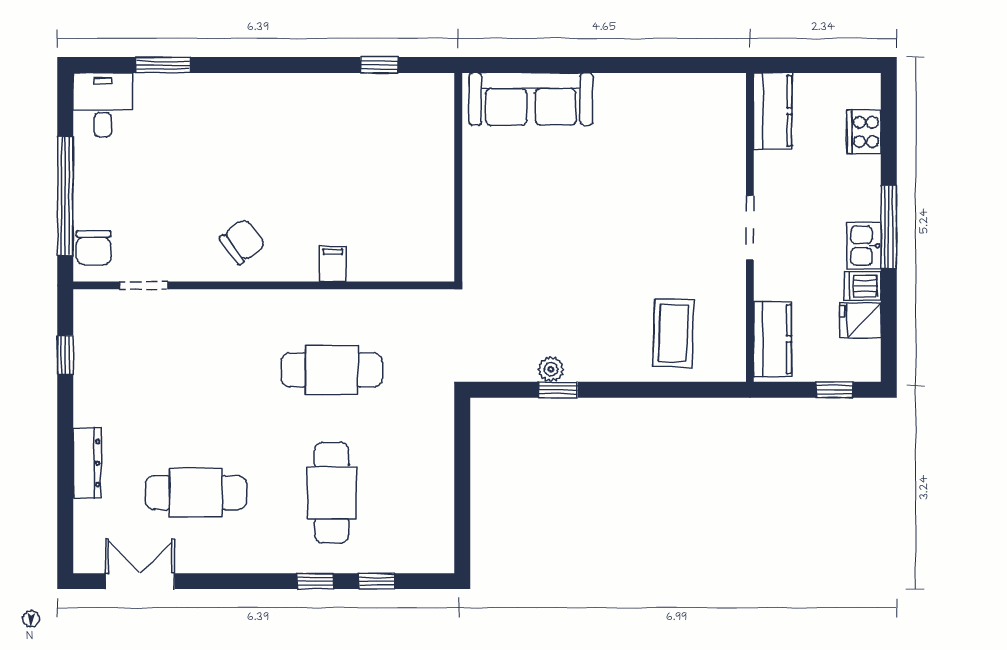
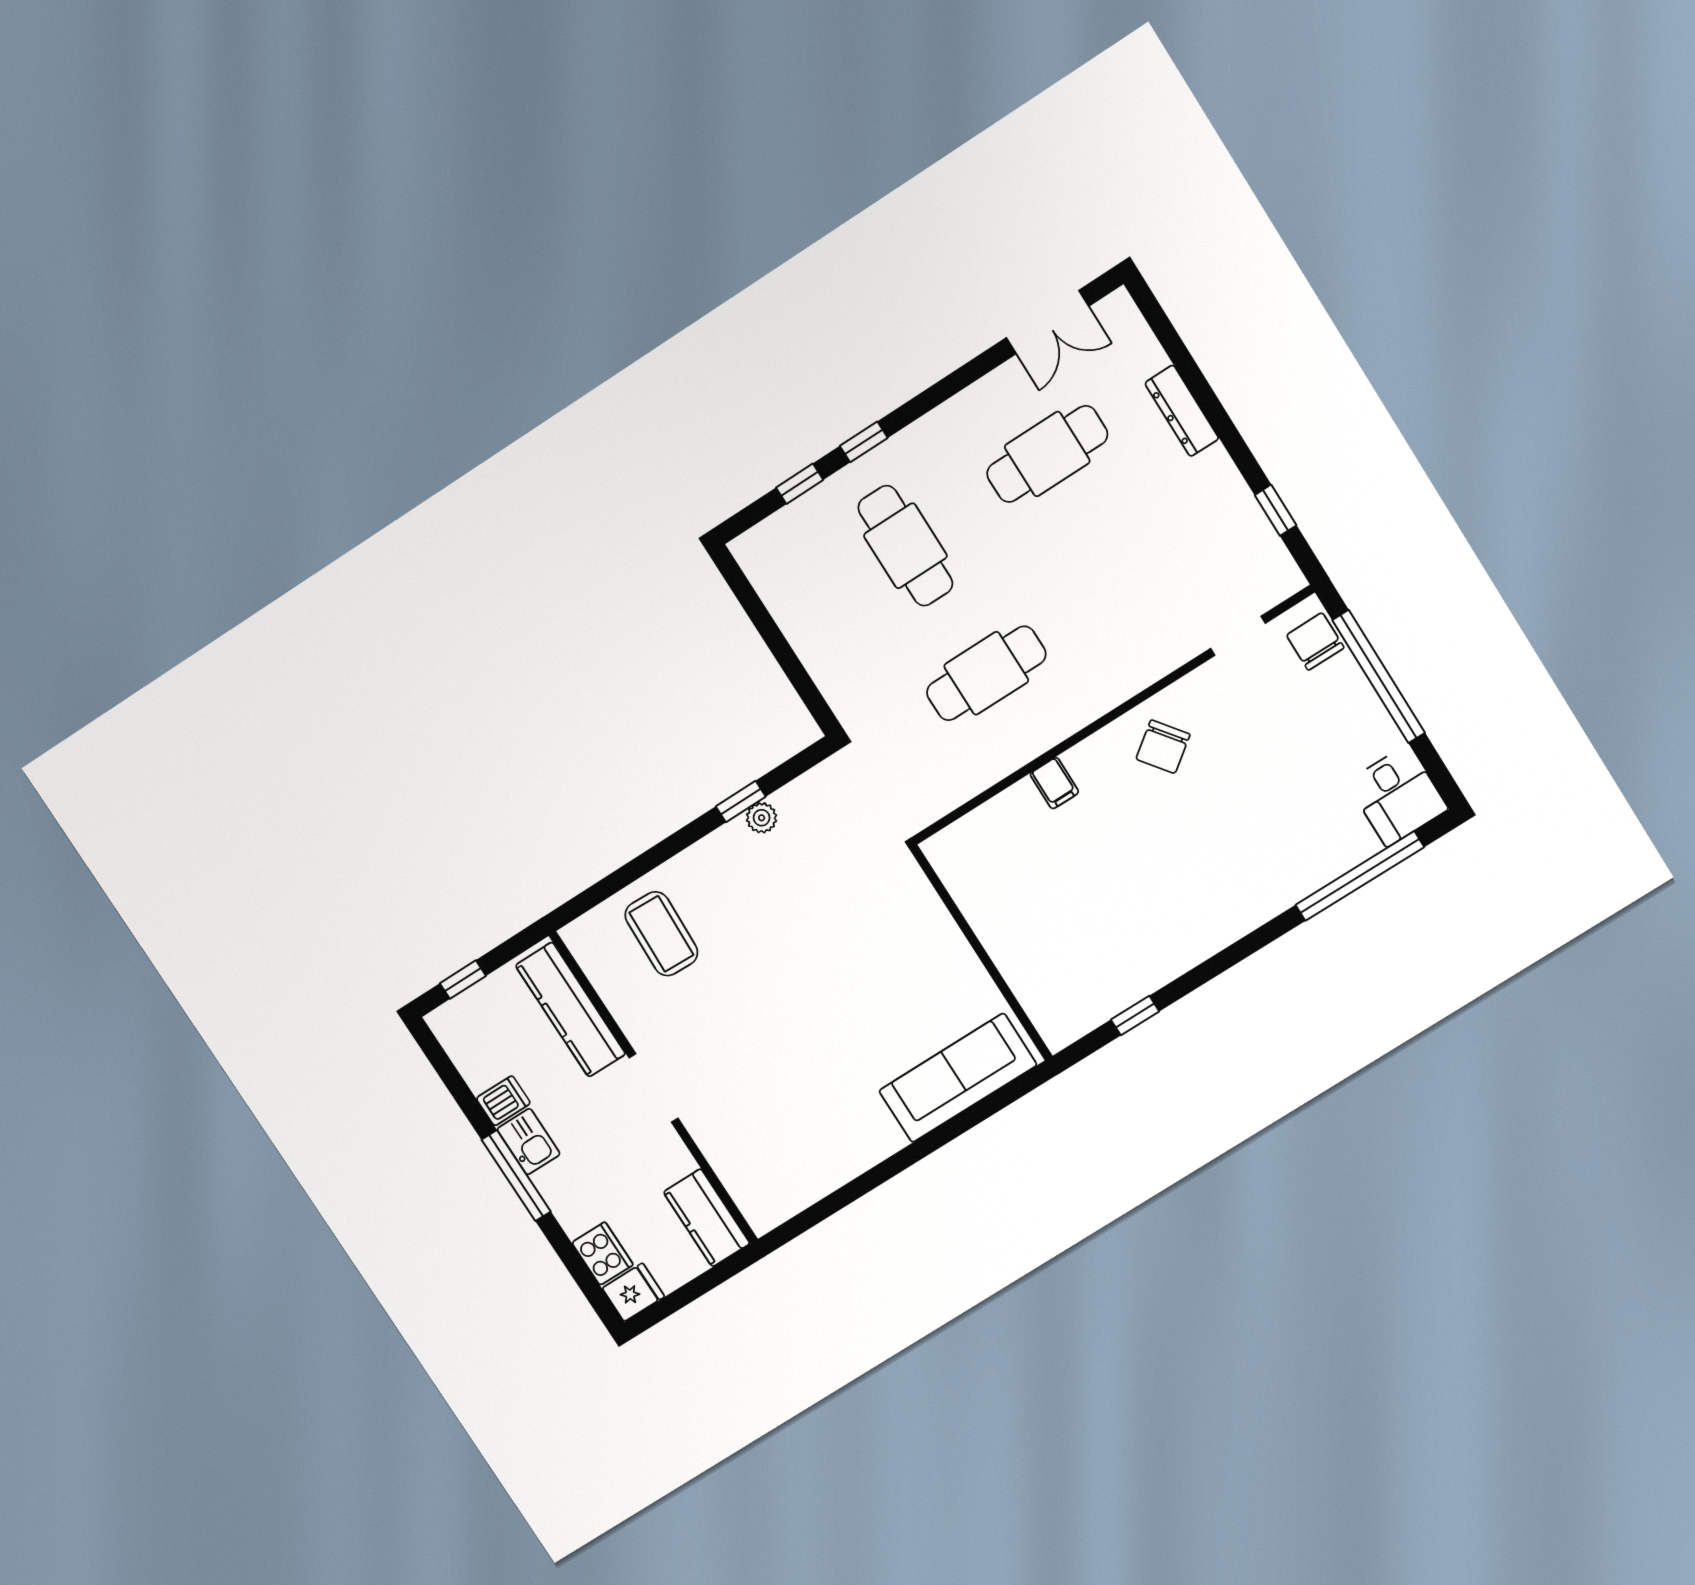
window: (163, 65) -> (1360, 876), width x2.11
fridge: (860, 320) -> (633, 1292), moved
kitchen counter: (772, 339) -> (571, 1010), width x1.50

